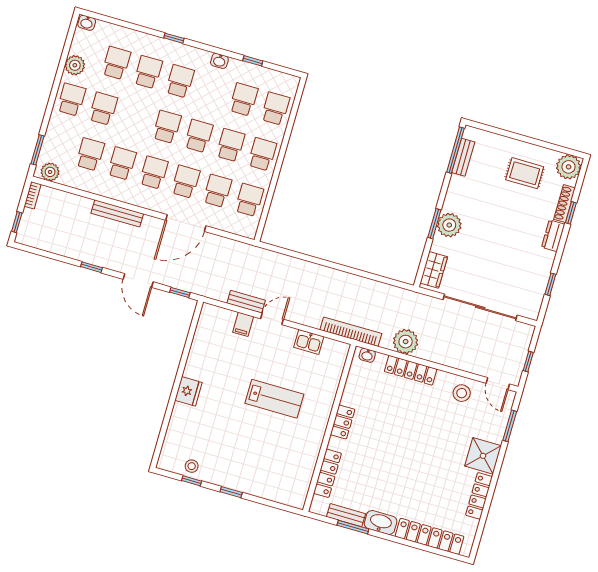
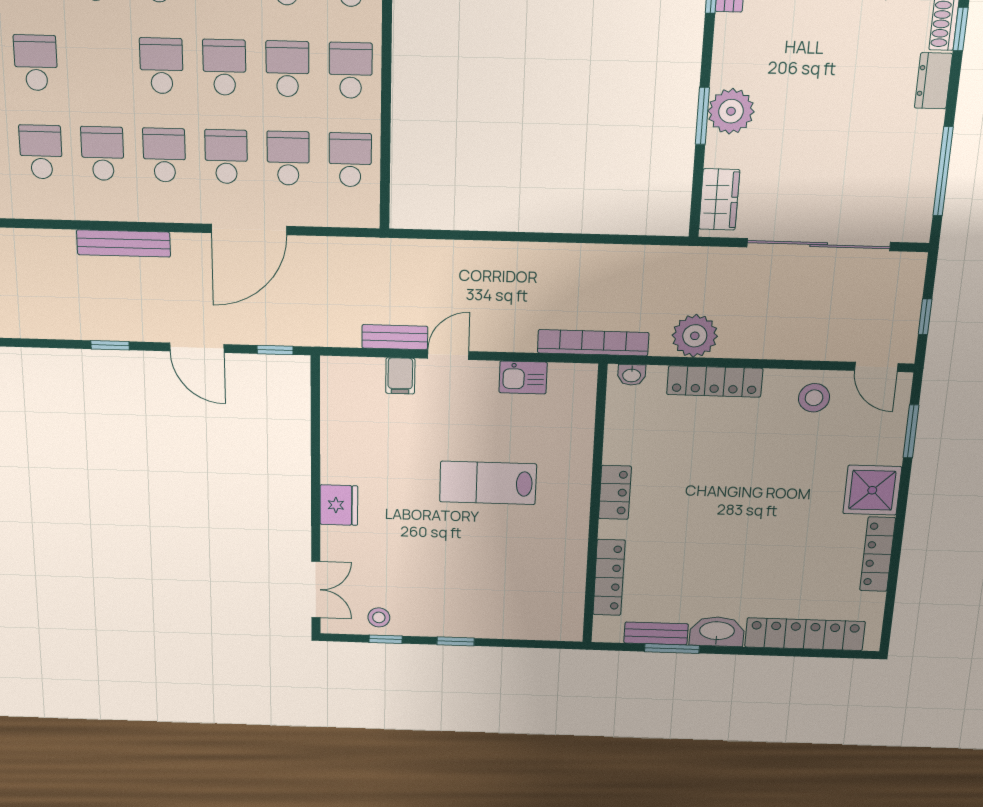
window: (550, 284) -> (943, 171), width x2.17
lab bench: (274, 399) -> (488, 483), turned 180
double door: (161, 440) -> (316, 590), added

